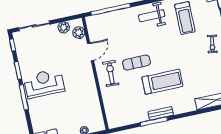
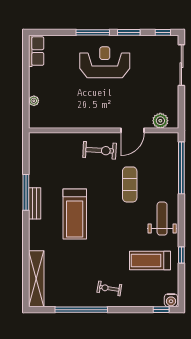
plant: (64, 27) -> (171, 103), removed
door: (91, 52) -> (133, 130), hinge flipped
exercise mat: (136, 63) -> (130, 184), moved
reception desk: (44, 84) -> (105, 62), turned -90

